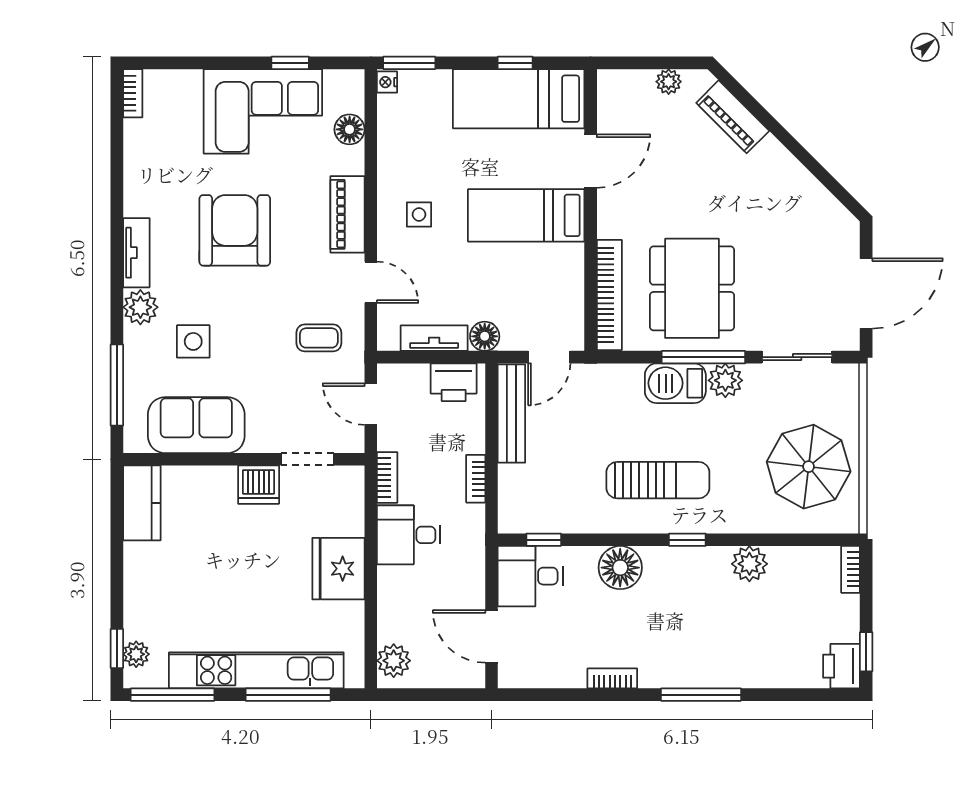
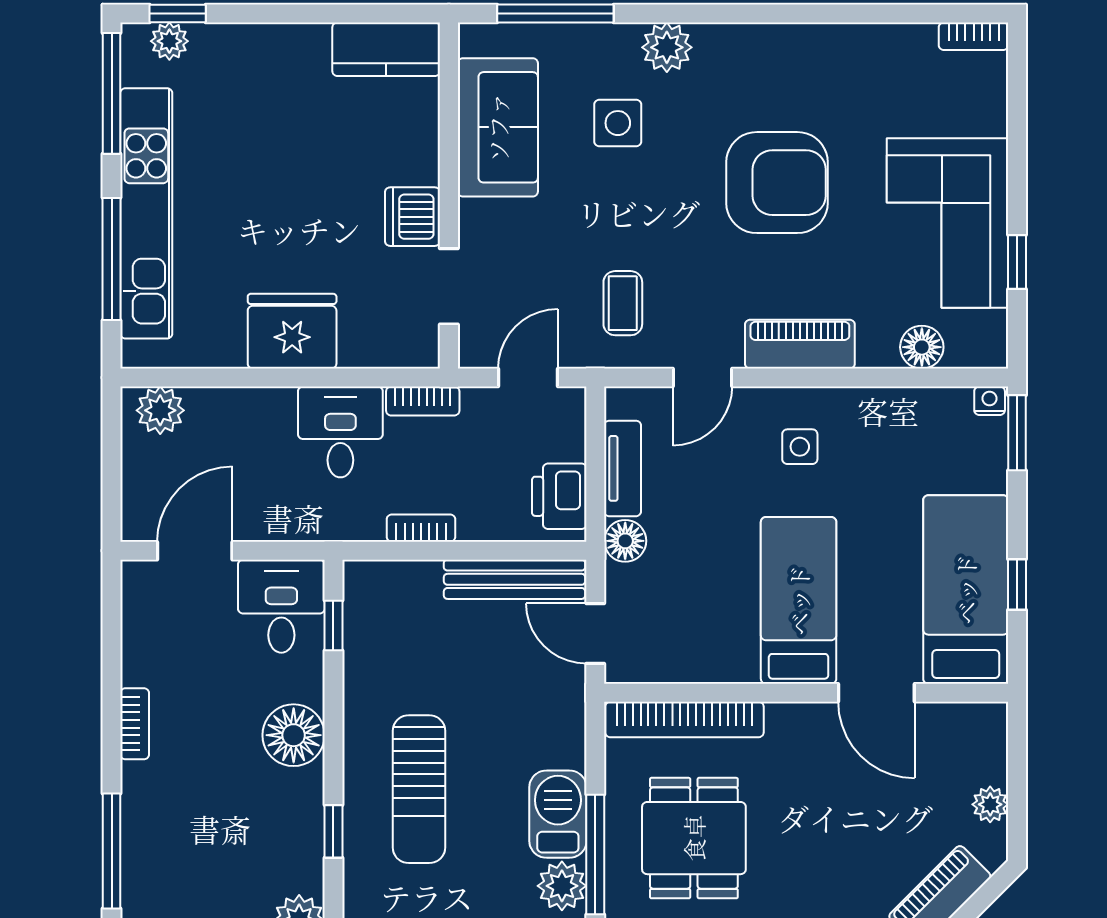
tv unit: (136, 253) -> (745, 41), removed
dining table: (692, 288) -> (694, 838), width x0.73

